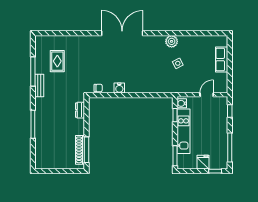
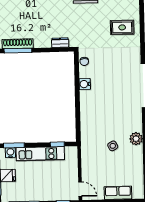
rug: (57, 61) -> (122, 27), moved
door: (207, 95) -> (80, 189), moved
water cooler: (182, 103) -> (10, 153), moved

